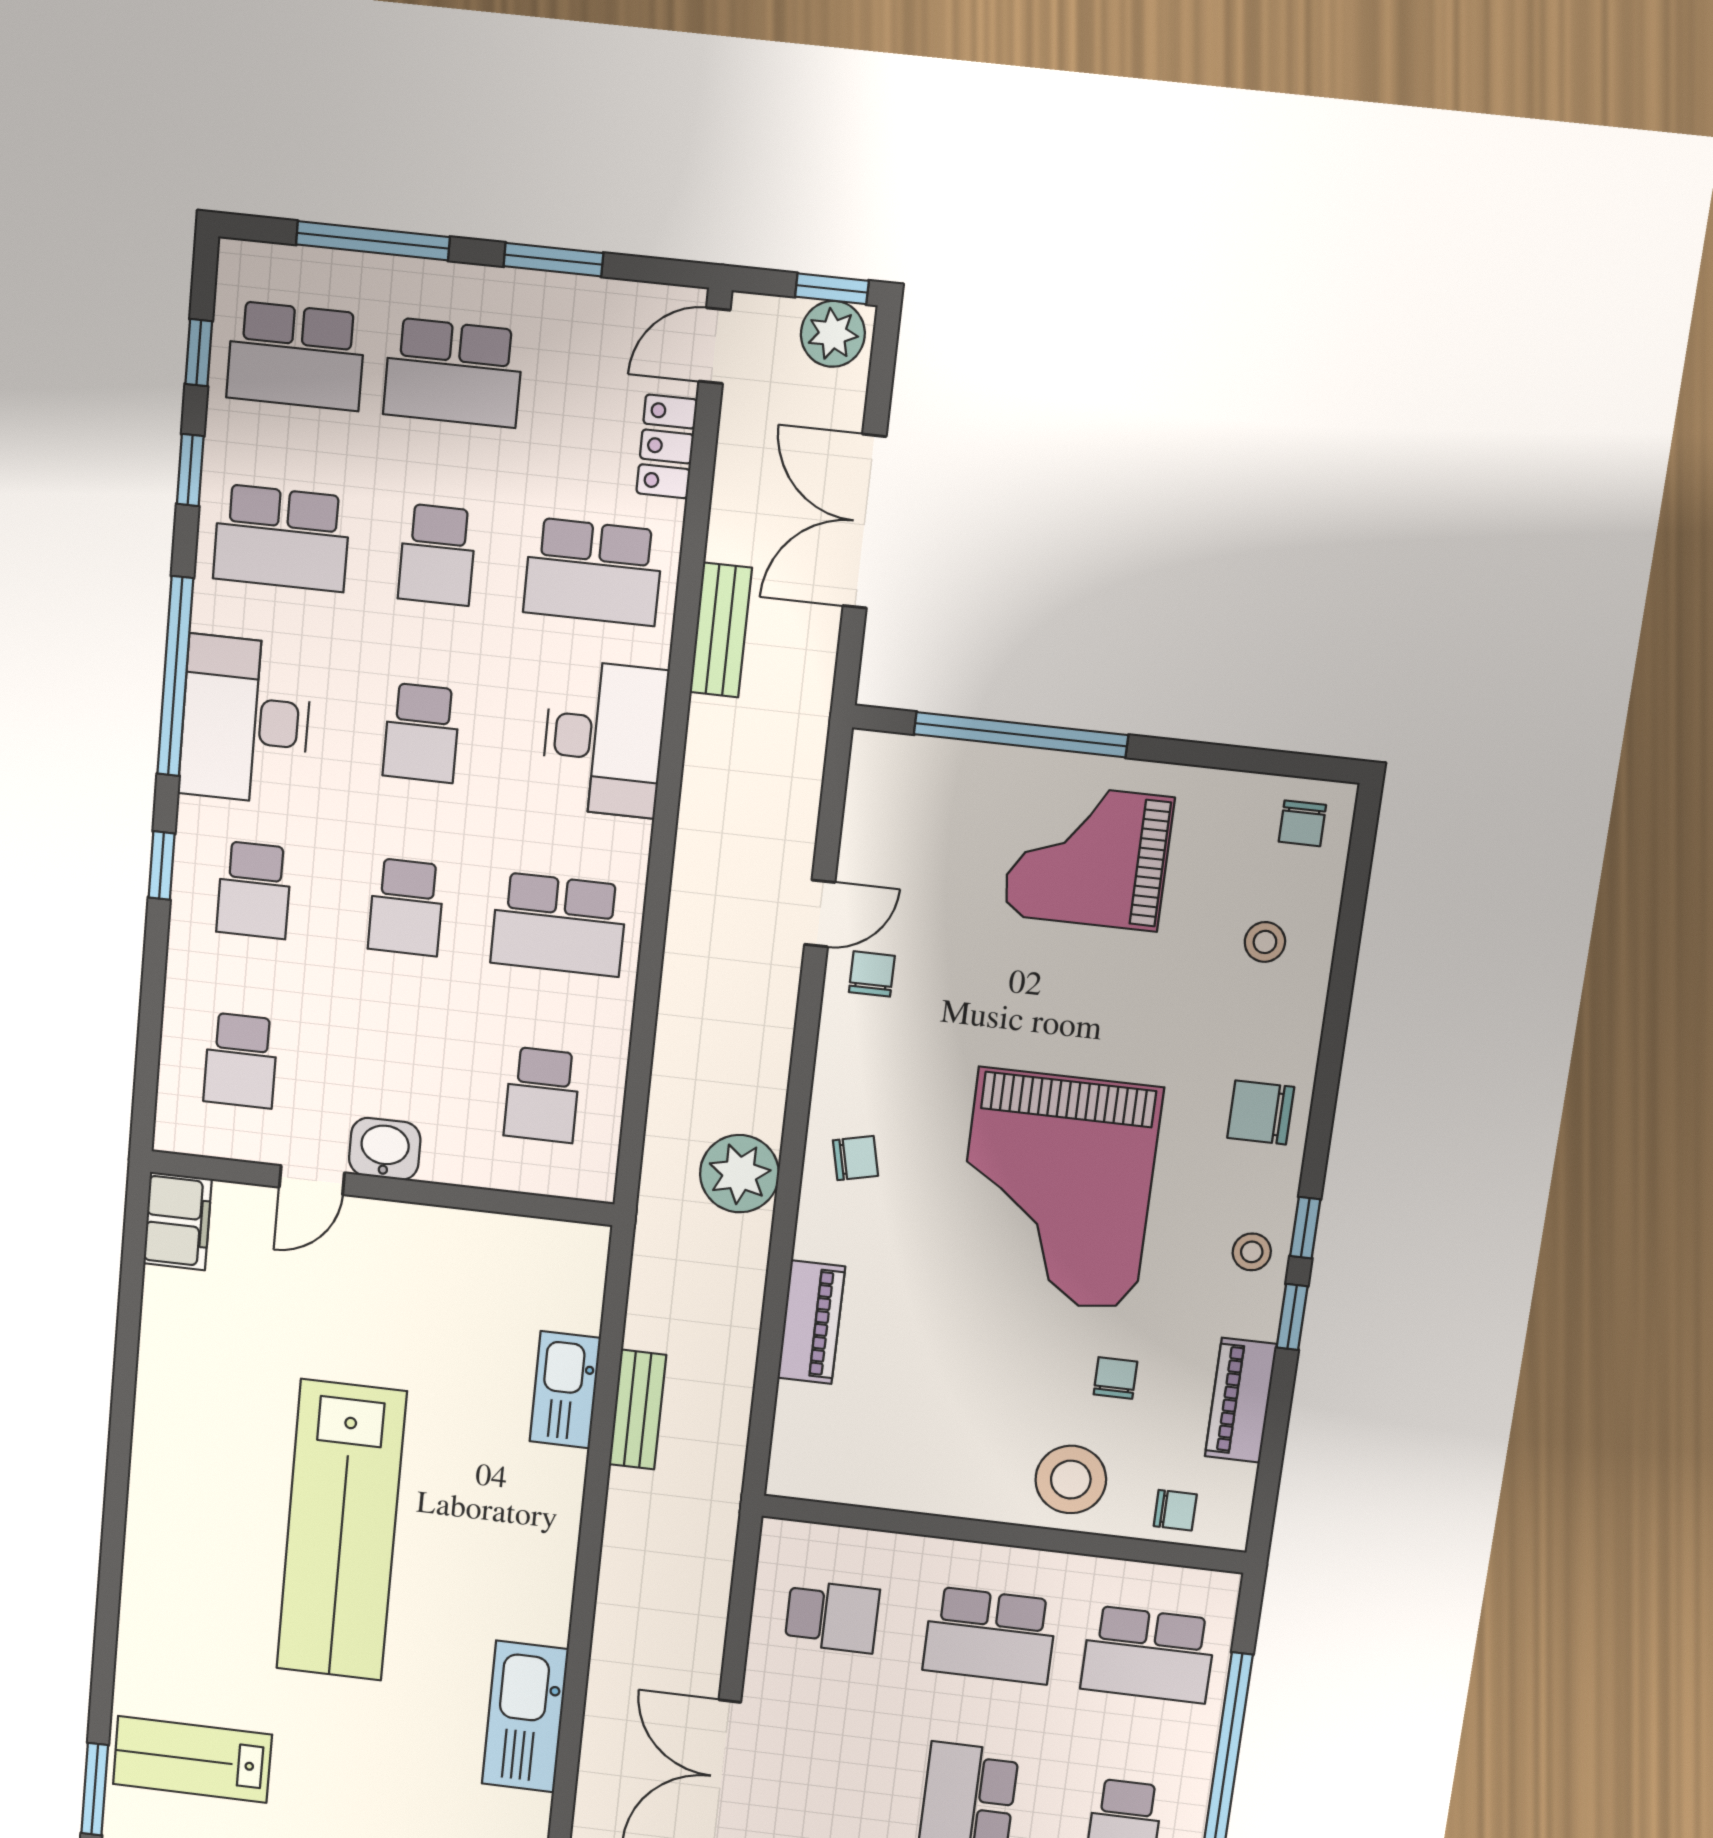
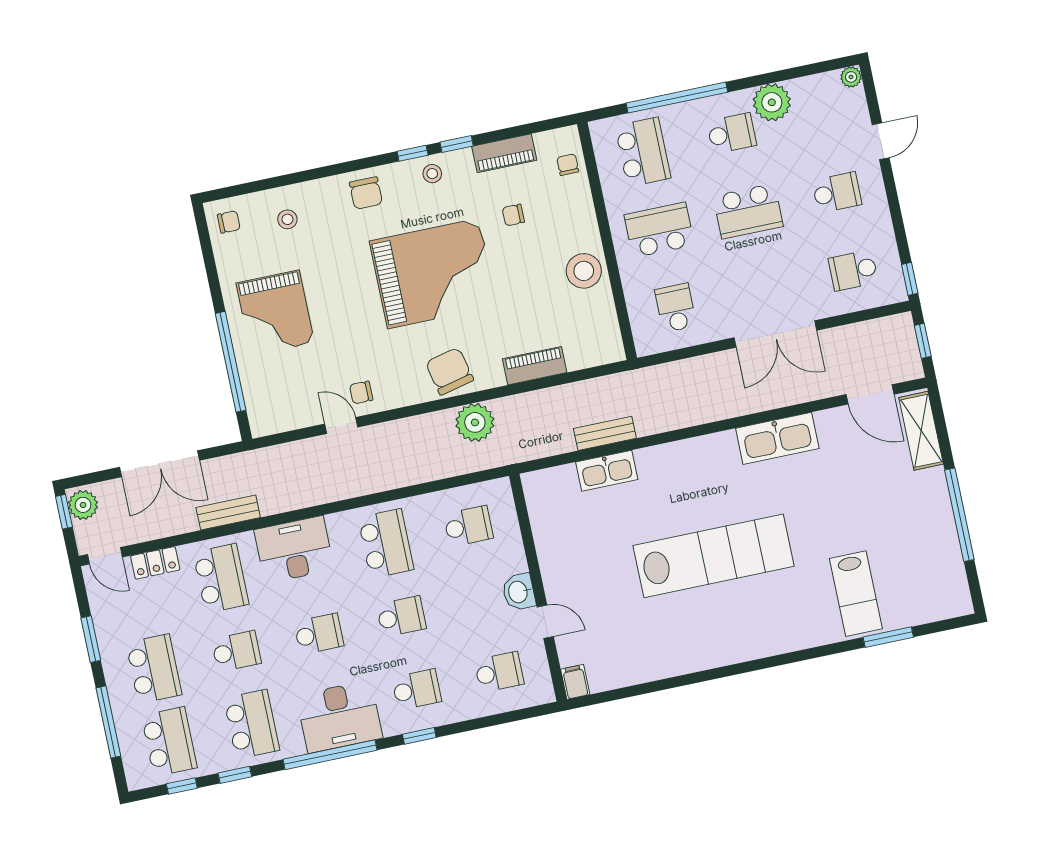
chair: (855, 1158) -> (449, 371), width x1.87, depth x1.87
filing cabinet: (178, 1221) -> (575, 682), width x0.50
stool: (1071, 1480) -> (584, 271), moved
school desk: (990, 1635) -> (659, 230), turned -90

